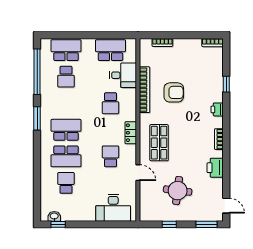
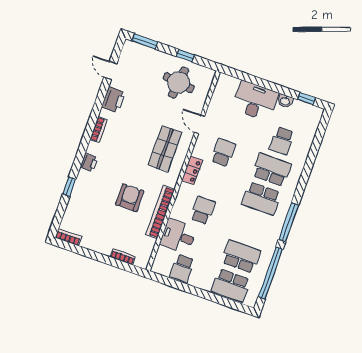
school desk: (110, 50) -> (182, 268), width x0.54
school desk: (66, 77) -> (241, 256), width x1.85
armchair: (174, 92) -> (130, 198), turned 90
window: (37, 118) -> (289, 222), width x1.44
school desk: (110, 156) -> (223, 153), turned 180
round table: (178, 191) -> (179, 83), moved
door: (226, 206) -> (110, 70), moved
desk: (113, 208) -> (255, 101), moved
washbasin: (54, 216) -> (285, 101), moved

